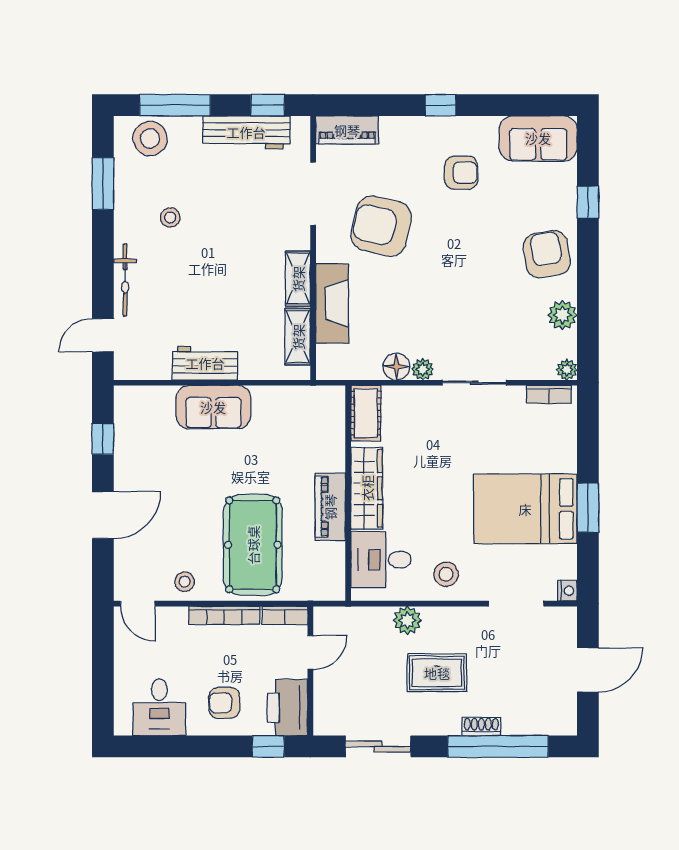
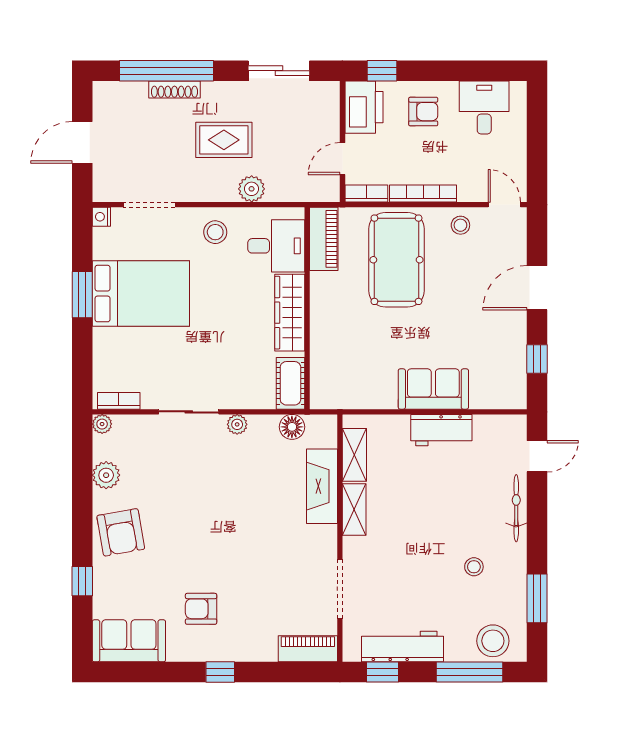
armchair: (381, 226) -> (276, 559), removed
floor lamp: (396, 367) -> (292, 427), moved
piano: (330, 507) -> (324, 239), moved
shoe rack: (481, 726) -> (174, 89), width x1.43

